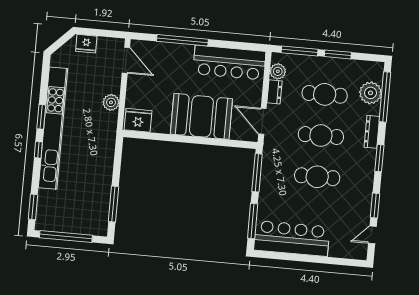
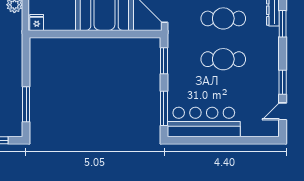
fridge: (138, 120) -> (37, 22), width x0.53, depth x0.75
window: (379, 158) -> (283, 24), moved
window: (257, 173) -> (164, 61), width x0.69

